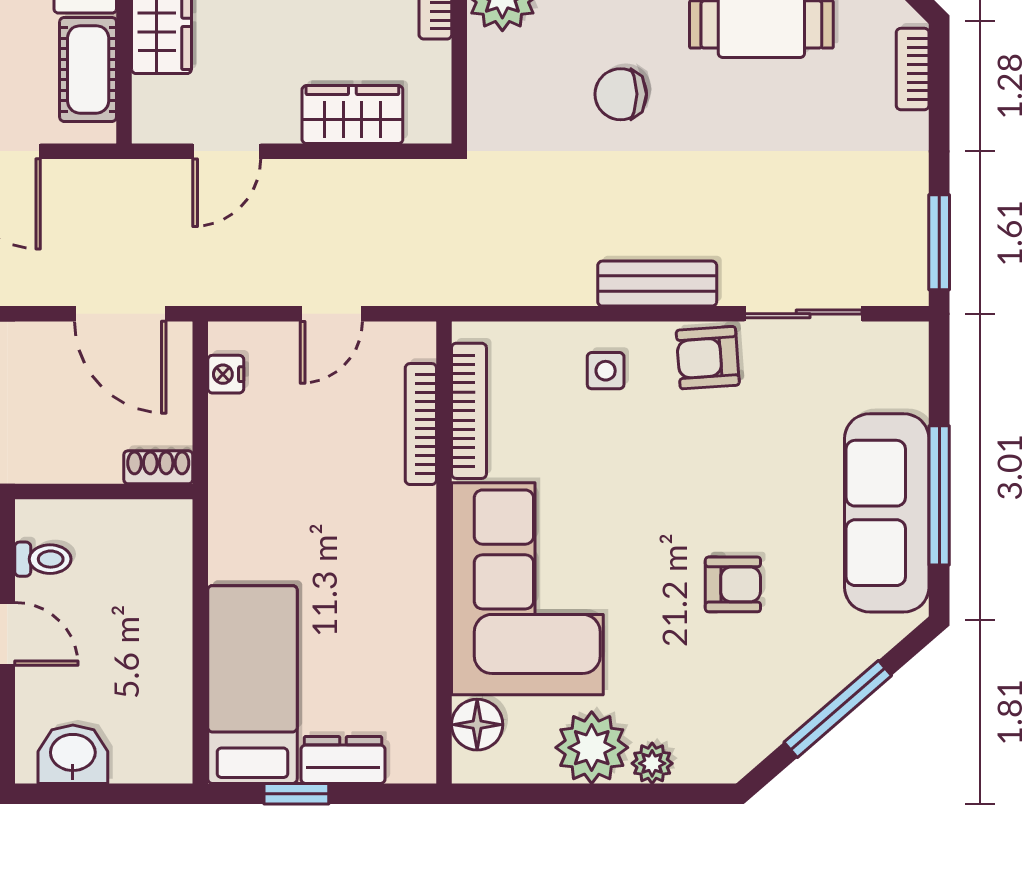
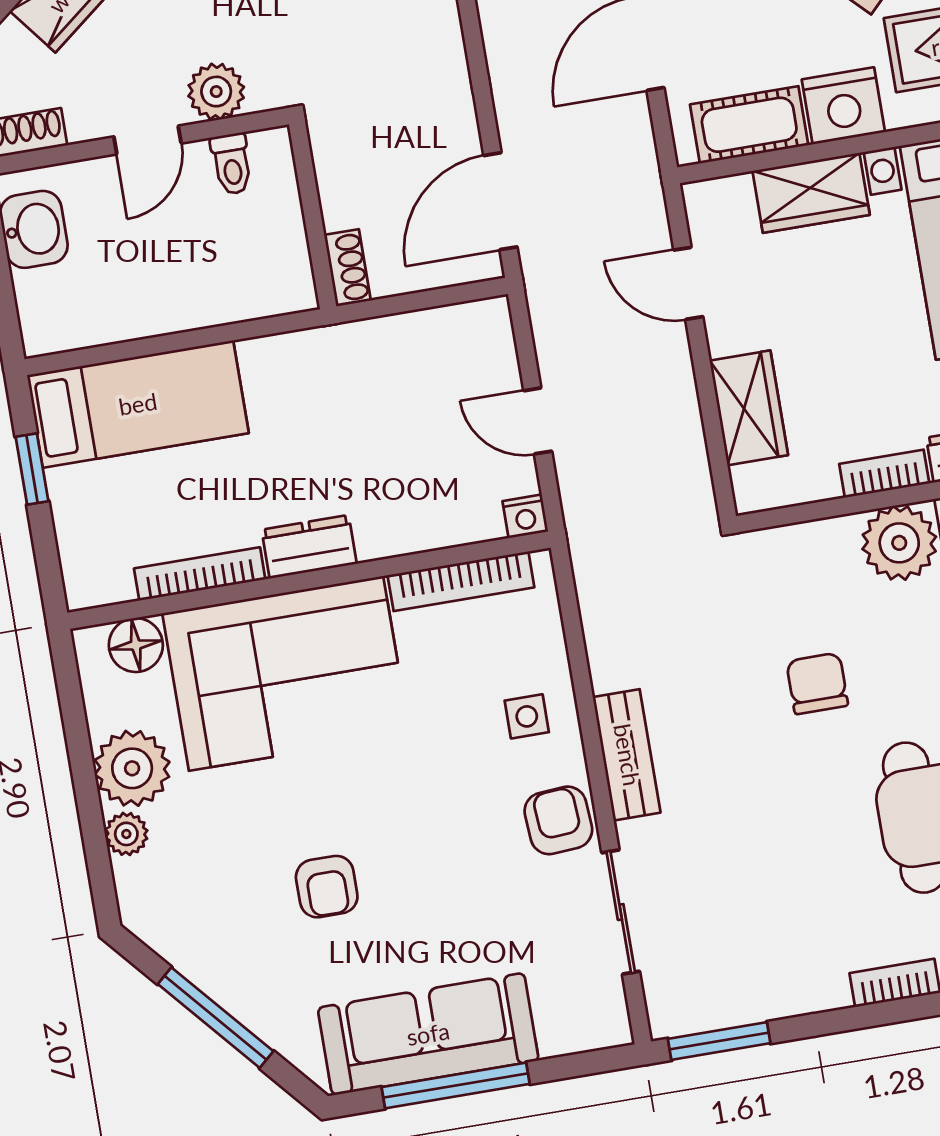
nightstand: (226, 374) -> (525, 516), moved, turned 180
bookcase: (421, 424) -> (200, 574), moved
dresser: (343, 760) -> (309, 547), moved, turned -90

